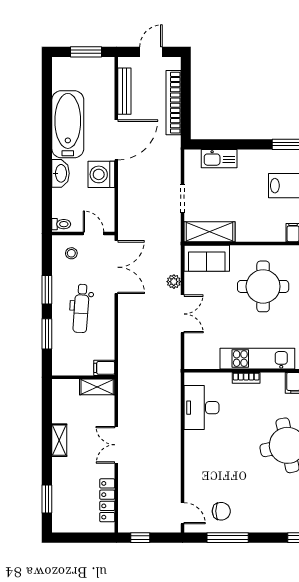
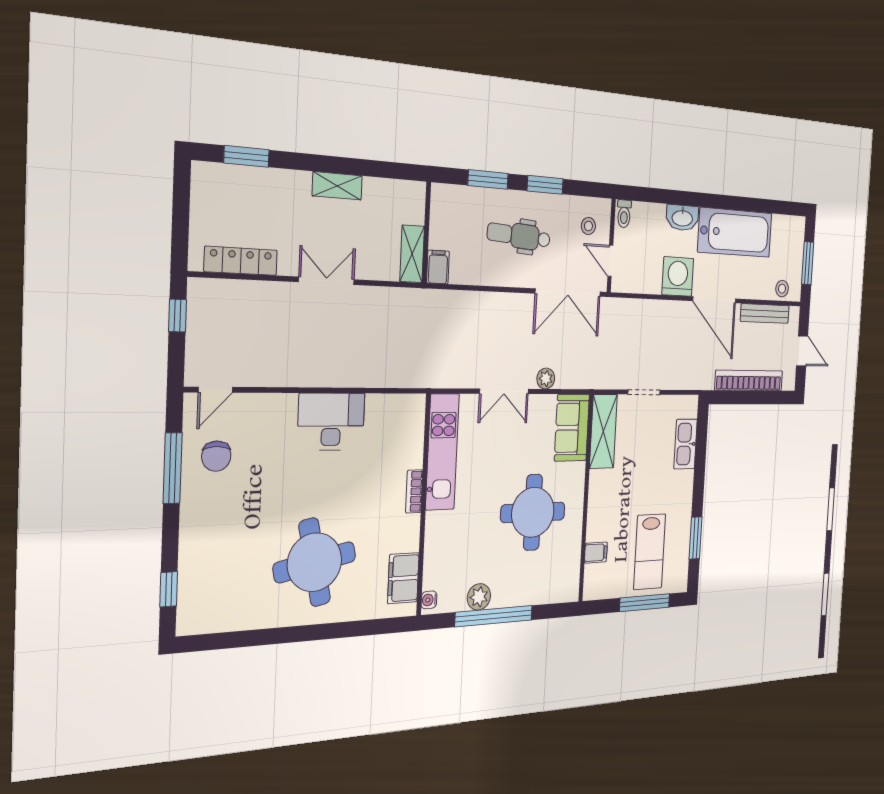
stool: (106, 76) -> (782, 289), added
door: (94, 234) -> (610, 261), swing flipped
kitchen unit: (257, 359) -> (442, 452), moved
desk: (201, 408) -> (331, 422), moved

